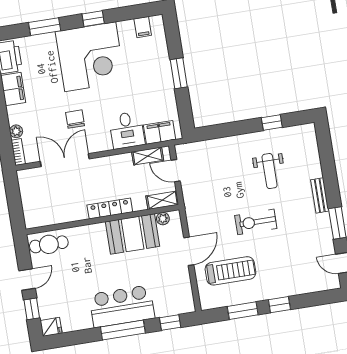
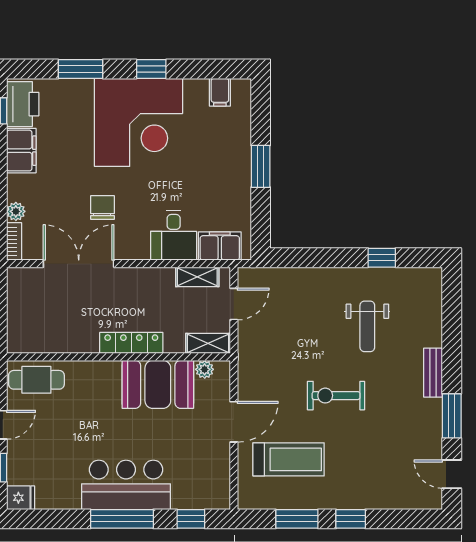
door: (176, 171) -> (234, 304), swing flipped

